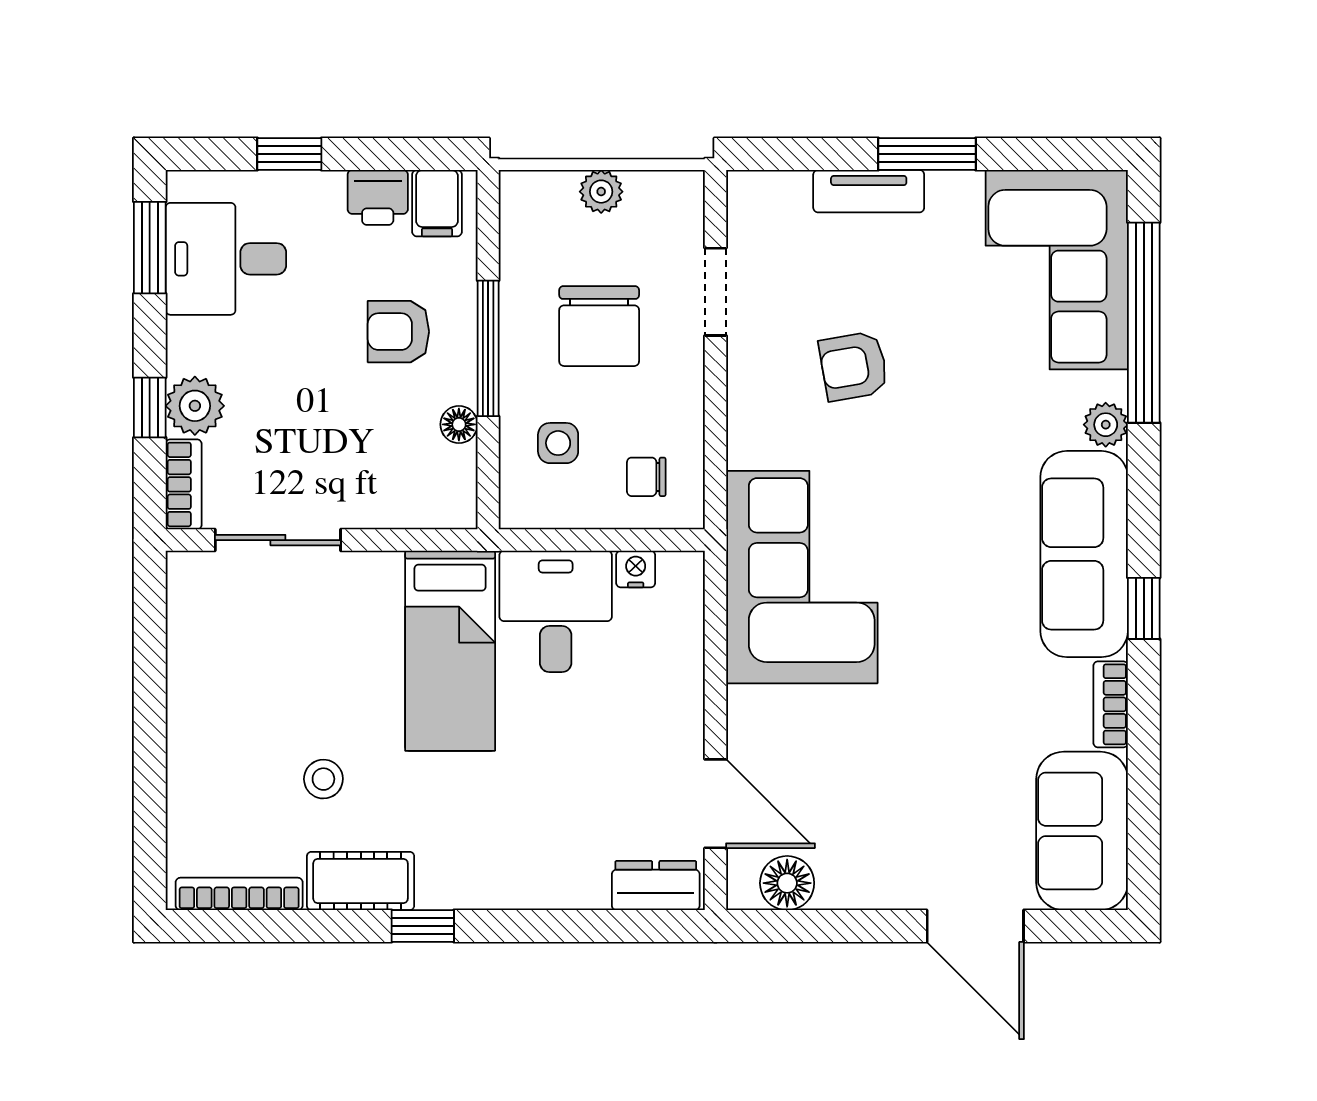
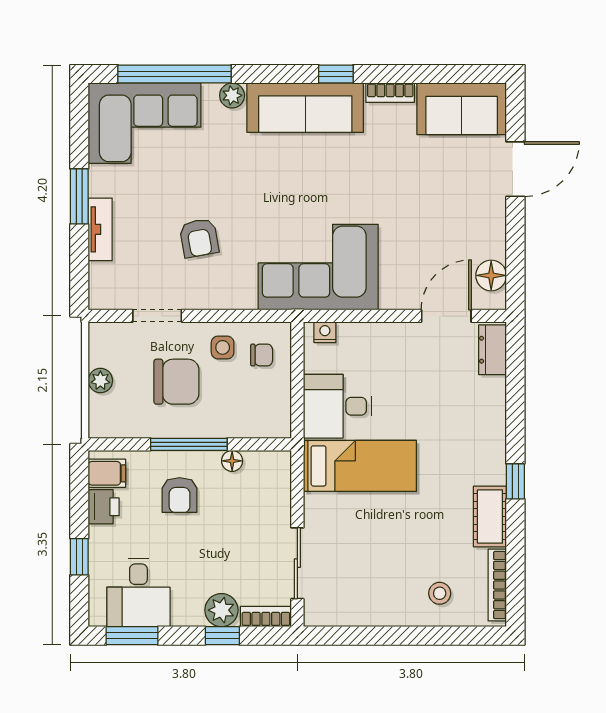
side table: (558, 443) -> (223, 347), moved
chair: (646, 477) -> (262, 355), turned -90
nightstand: (636, 569) -> (325, 332), moved, turned 90
stool: (323, 779) -> (440, 593), moved

